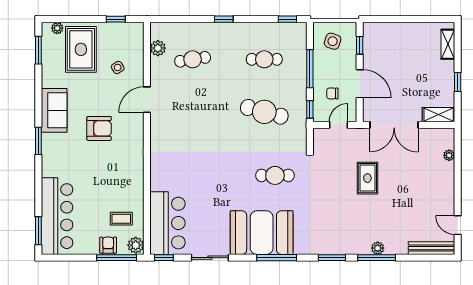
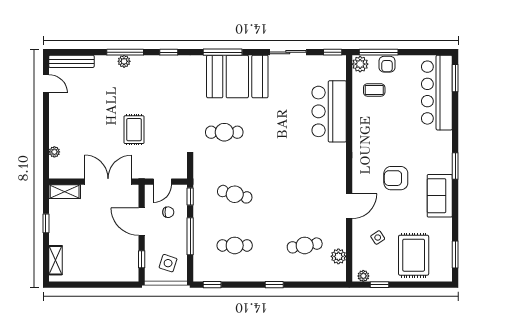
plant: (57, 28) -> (363, 276), moved
cafe table: (264, 112) -> (235, 194), width x0.73, depth x0.74
bar counter: (167, 223) -> (329, 111), moved
window: (332, 258) -> (169, 52), width x0.67

